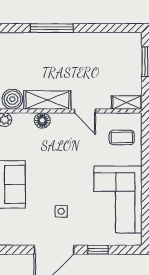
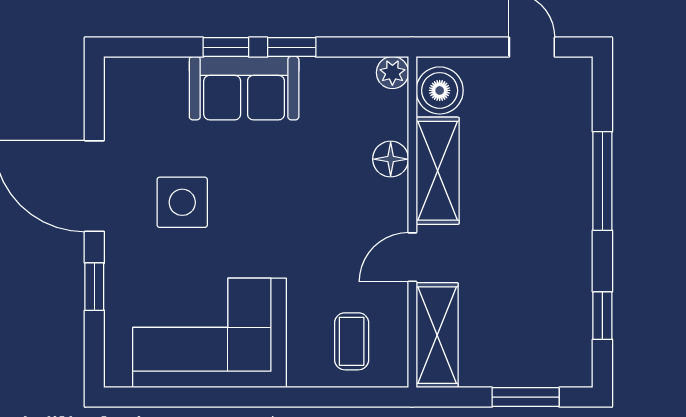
window: (111, 28) -> (602, 316), added
shelving: (127, 102) -> (437, 335), width x1.50, depth x1.33
side table: (61, 211) -> (182, 202), width x1.87, depth x1.87

